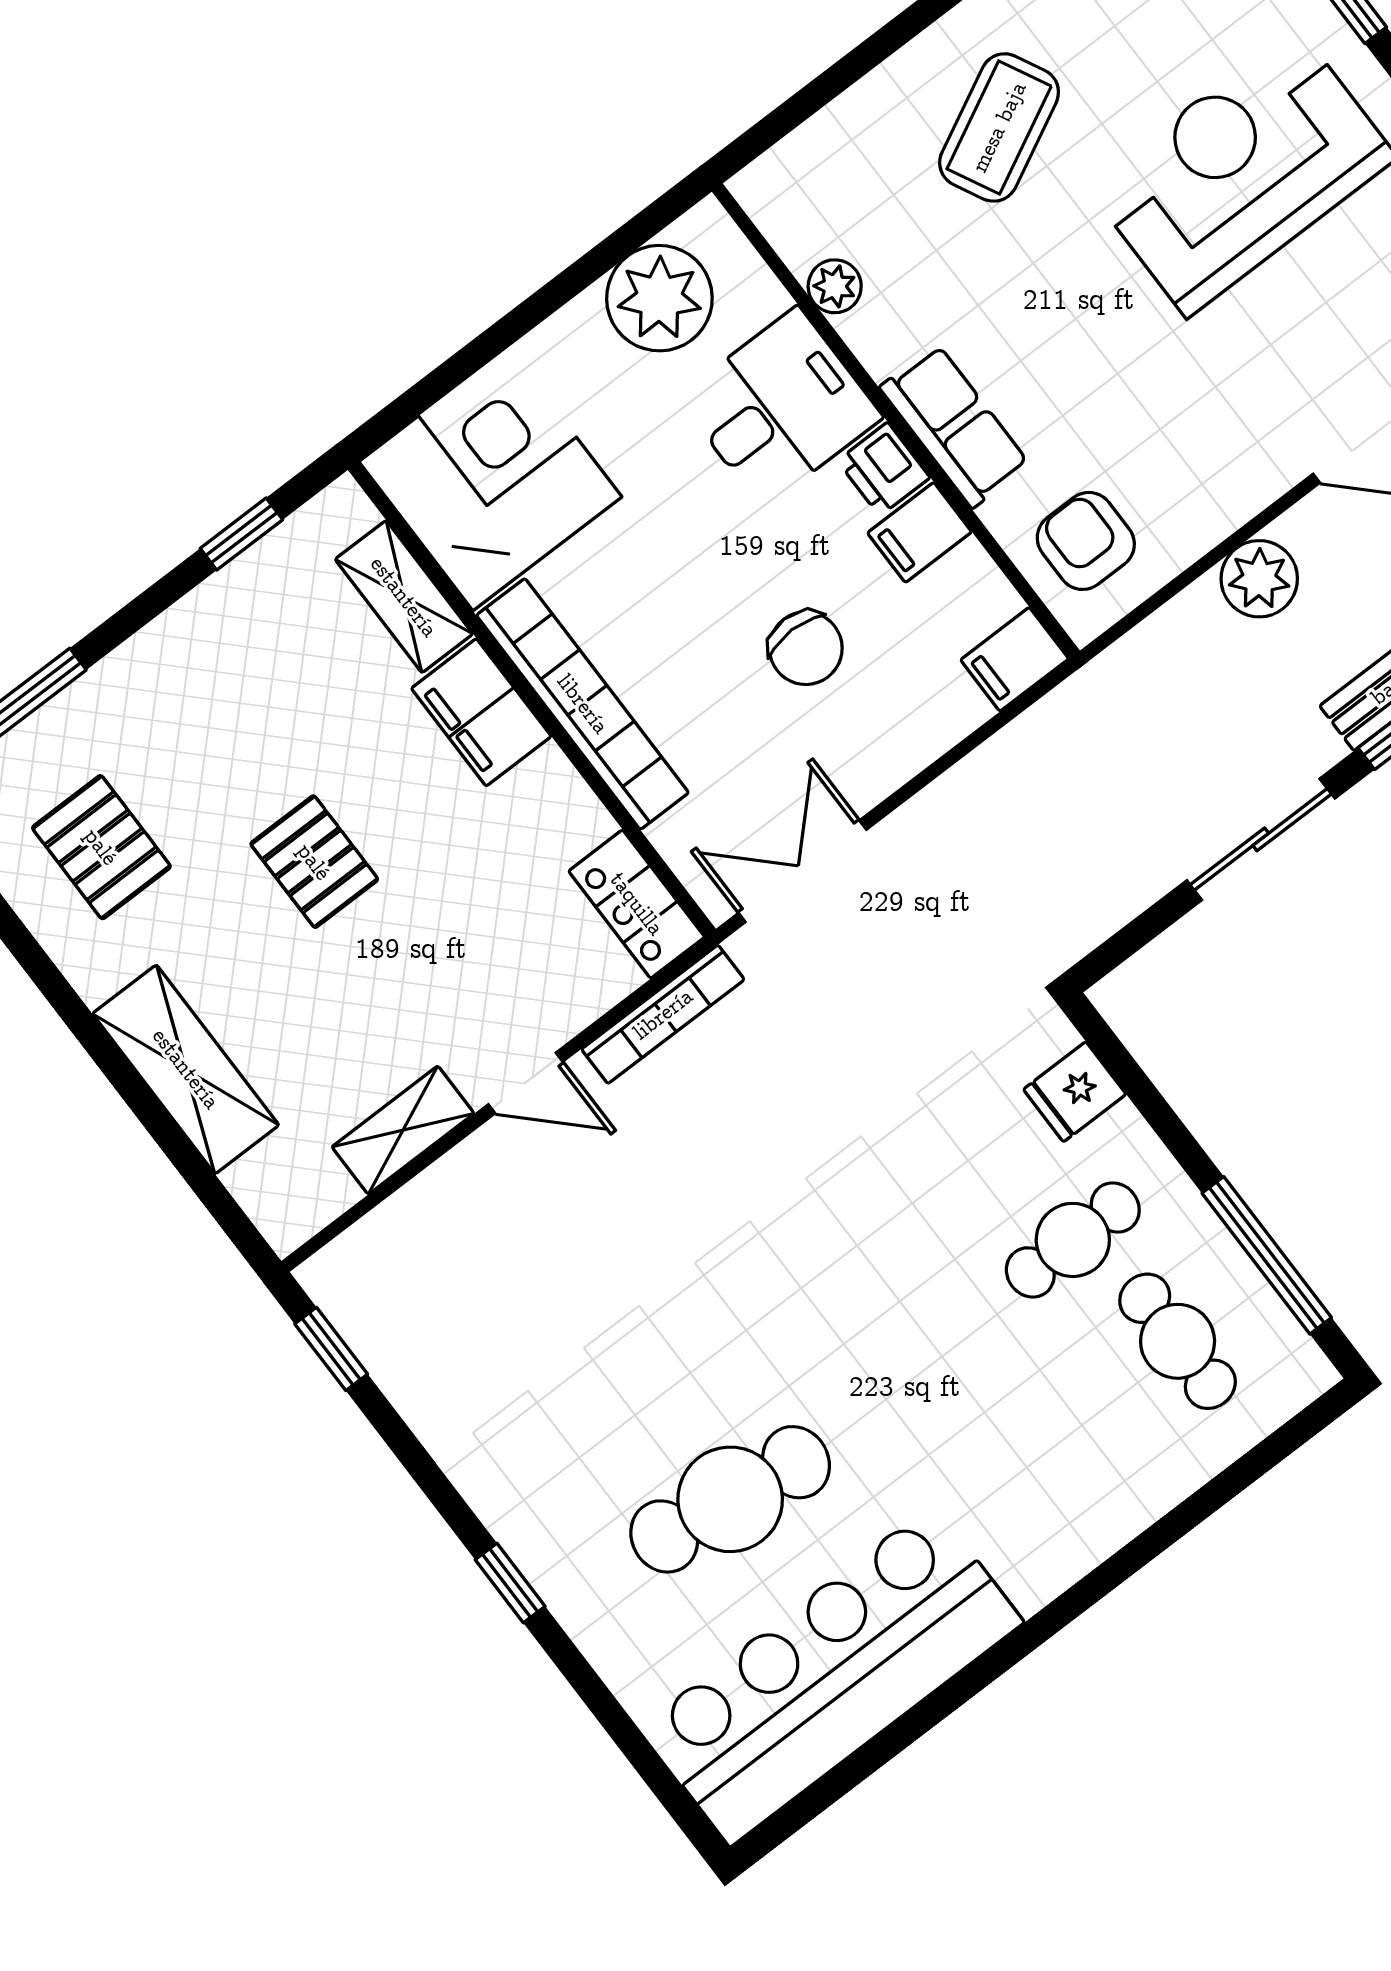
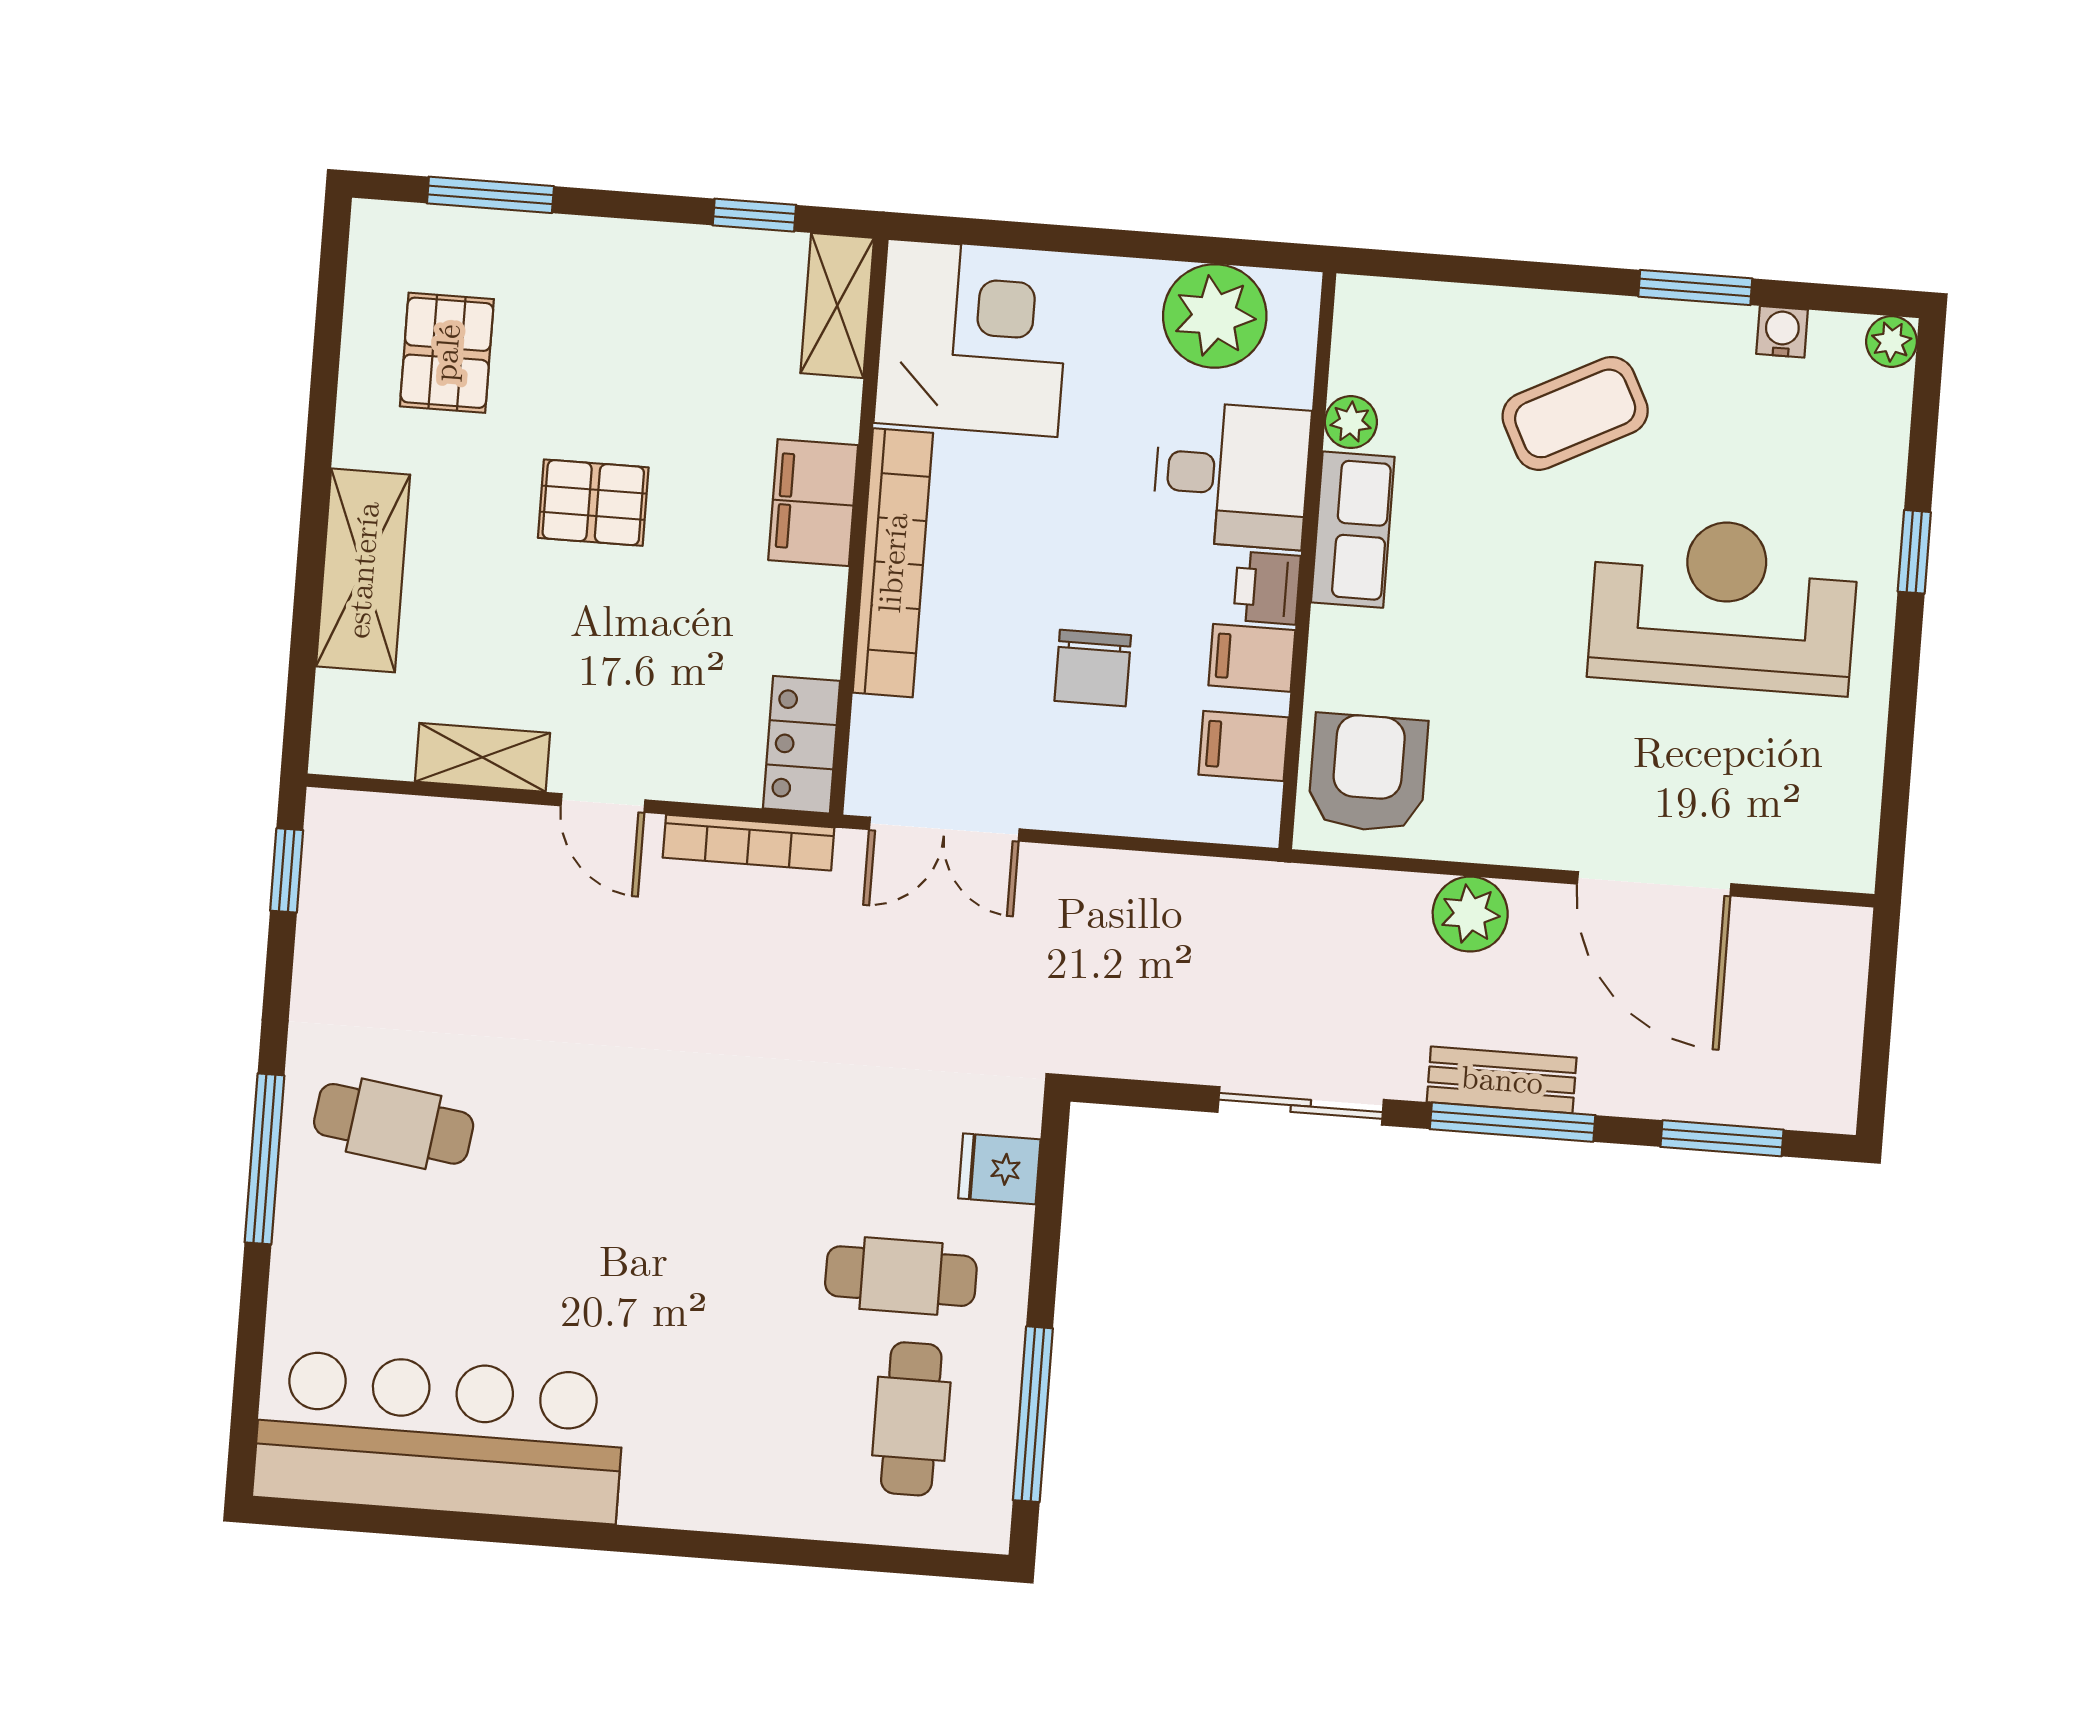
row of seats: (955, 426) -> (1353, 530), moved
armchair: (1086, 541) -> (1368, 773), width x1.38, depth x1.38
shelving: (404, 597) -> (837, 305), moved
filing cabinet: (1015, 659) -> (1244, 746), moved
pallet: (314, 862) -> (593, 503), turned 90
double door: (802, 871) -> (944, 829), swing flipped
cafe table: (730, 1499) -> (394, 1124), moved, width x0.73, depth x0.74
window: (510, 1583) -> (264, 1159), width x2.17

